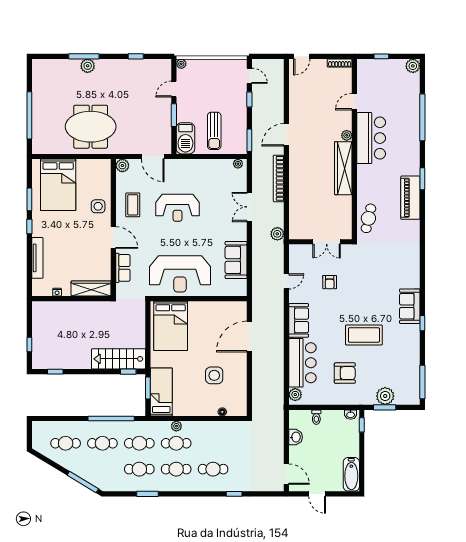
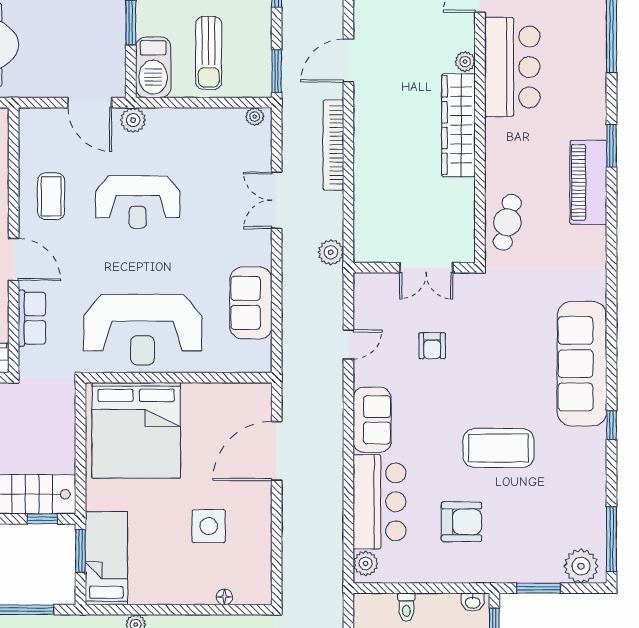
plant: (122, 166) -> (133, 120), moved
sofa: (410, 306) -> (582, 364), width x1.85, depth x1.27
bed: (171, 326) -> (136, 430), width x1.36
plant: (385, 396) -> (581, 566), moved

